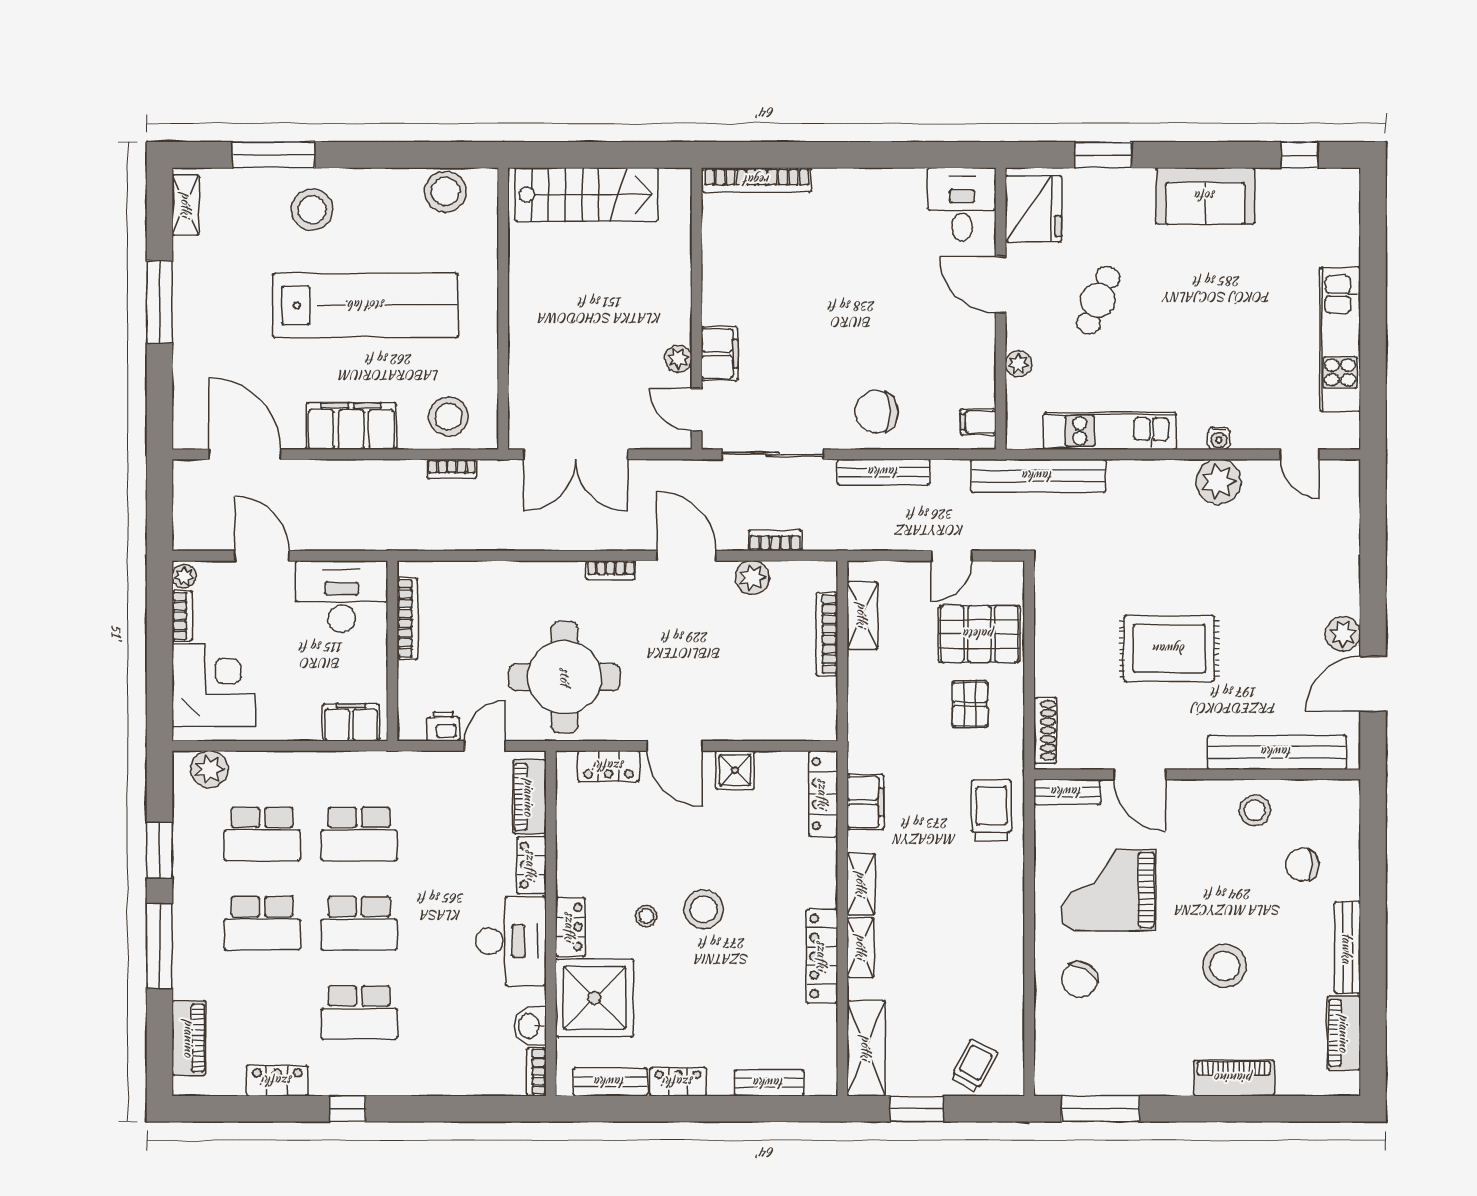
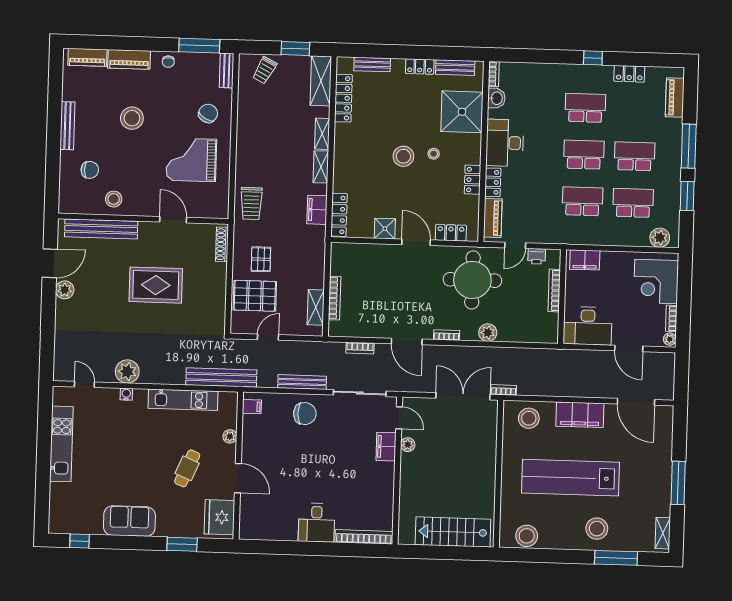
desk: (962, 204) -> (317, 523), moved
bookcase: (452, 469) -> (504, 390), moved
plant: (752, 578) -> (488, 333), moved
bookcase: (408, 618) -> (554, 290), moved
bench: (1067, 792) -> (227, 70), moved, turned 90
grand piano: (1109, 890) -> (191, 160), turned 180
locker: (570, 927) -> (473, 180), moved
locker: (822, 956) -> (343, 98), moved
piano: (1344, 1033) -> (87, 57), moved, turned 90
chair: (1159, 1076) -> (168, 62), added

